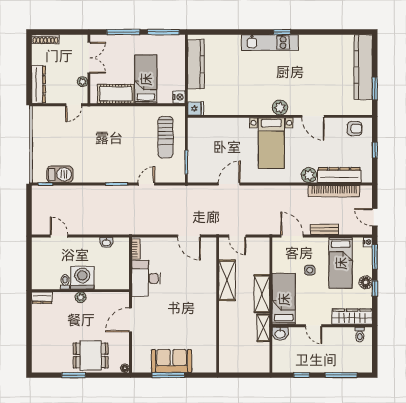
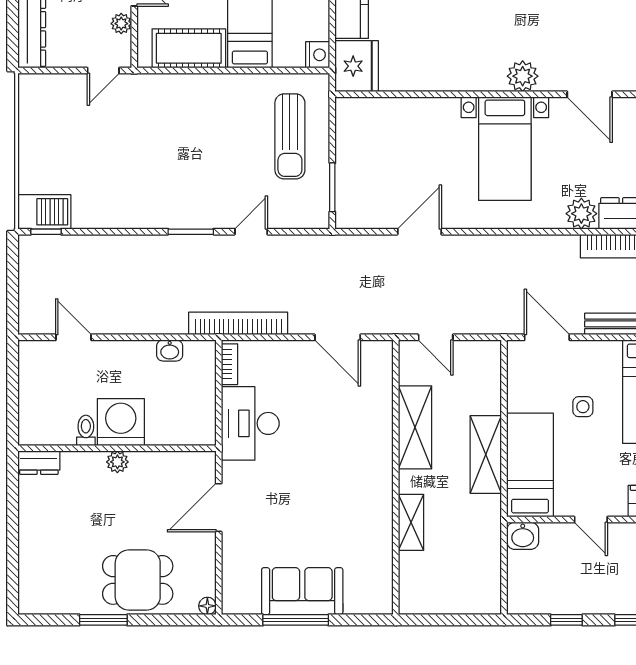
fridge: (196, 108) -> (357, 66), width x1.88, depth x1.34
barbecue: (60, 174) -> (44, 212), moved
bookcase: (140, 229) -> (238, 323), added
shelving: (263, 328) -> (411, 522), moved

